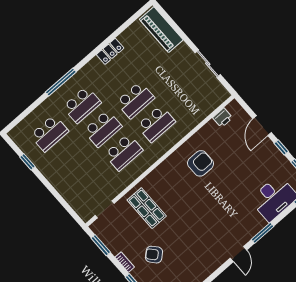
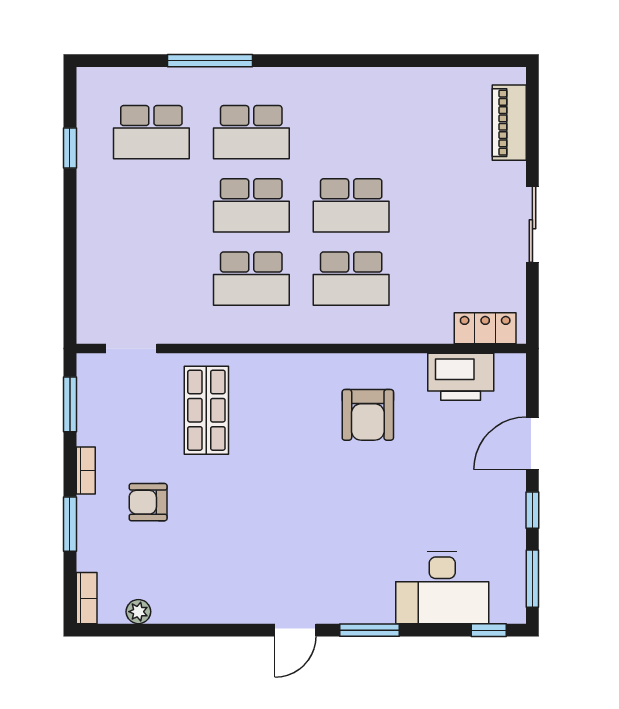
piano: (161, 30) -> (509, 123), width x0.73, depth x0.75
locker: (110, 51) -> (485, 328), moved, turned 180
sliding door: (208, 64) -> (532, 224), moved
window: (61, 82) -> (210, 61), moved
printer: (223, 118) -> (461, 377), width x1.87, depth x1.48
armchair: (200, 163) -> (368, 415), turned 90
armchair: (154, 255) -> (148, 502), turned -49

